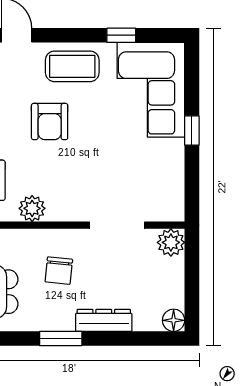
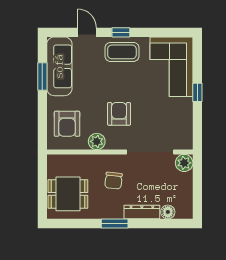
window: (121, 35) -> (121, 32), moved
armchair: (50, 122) -> (119, 114), moved, turned 180
doorway: (117, 225) -> (150, 152), width x1.36
floor lamp: (174, 320) -> (168, 212), moved

